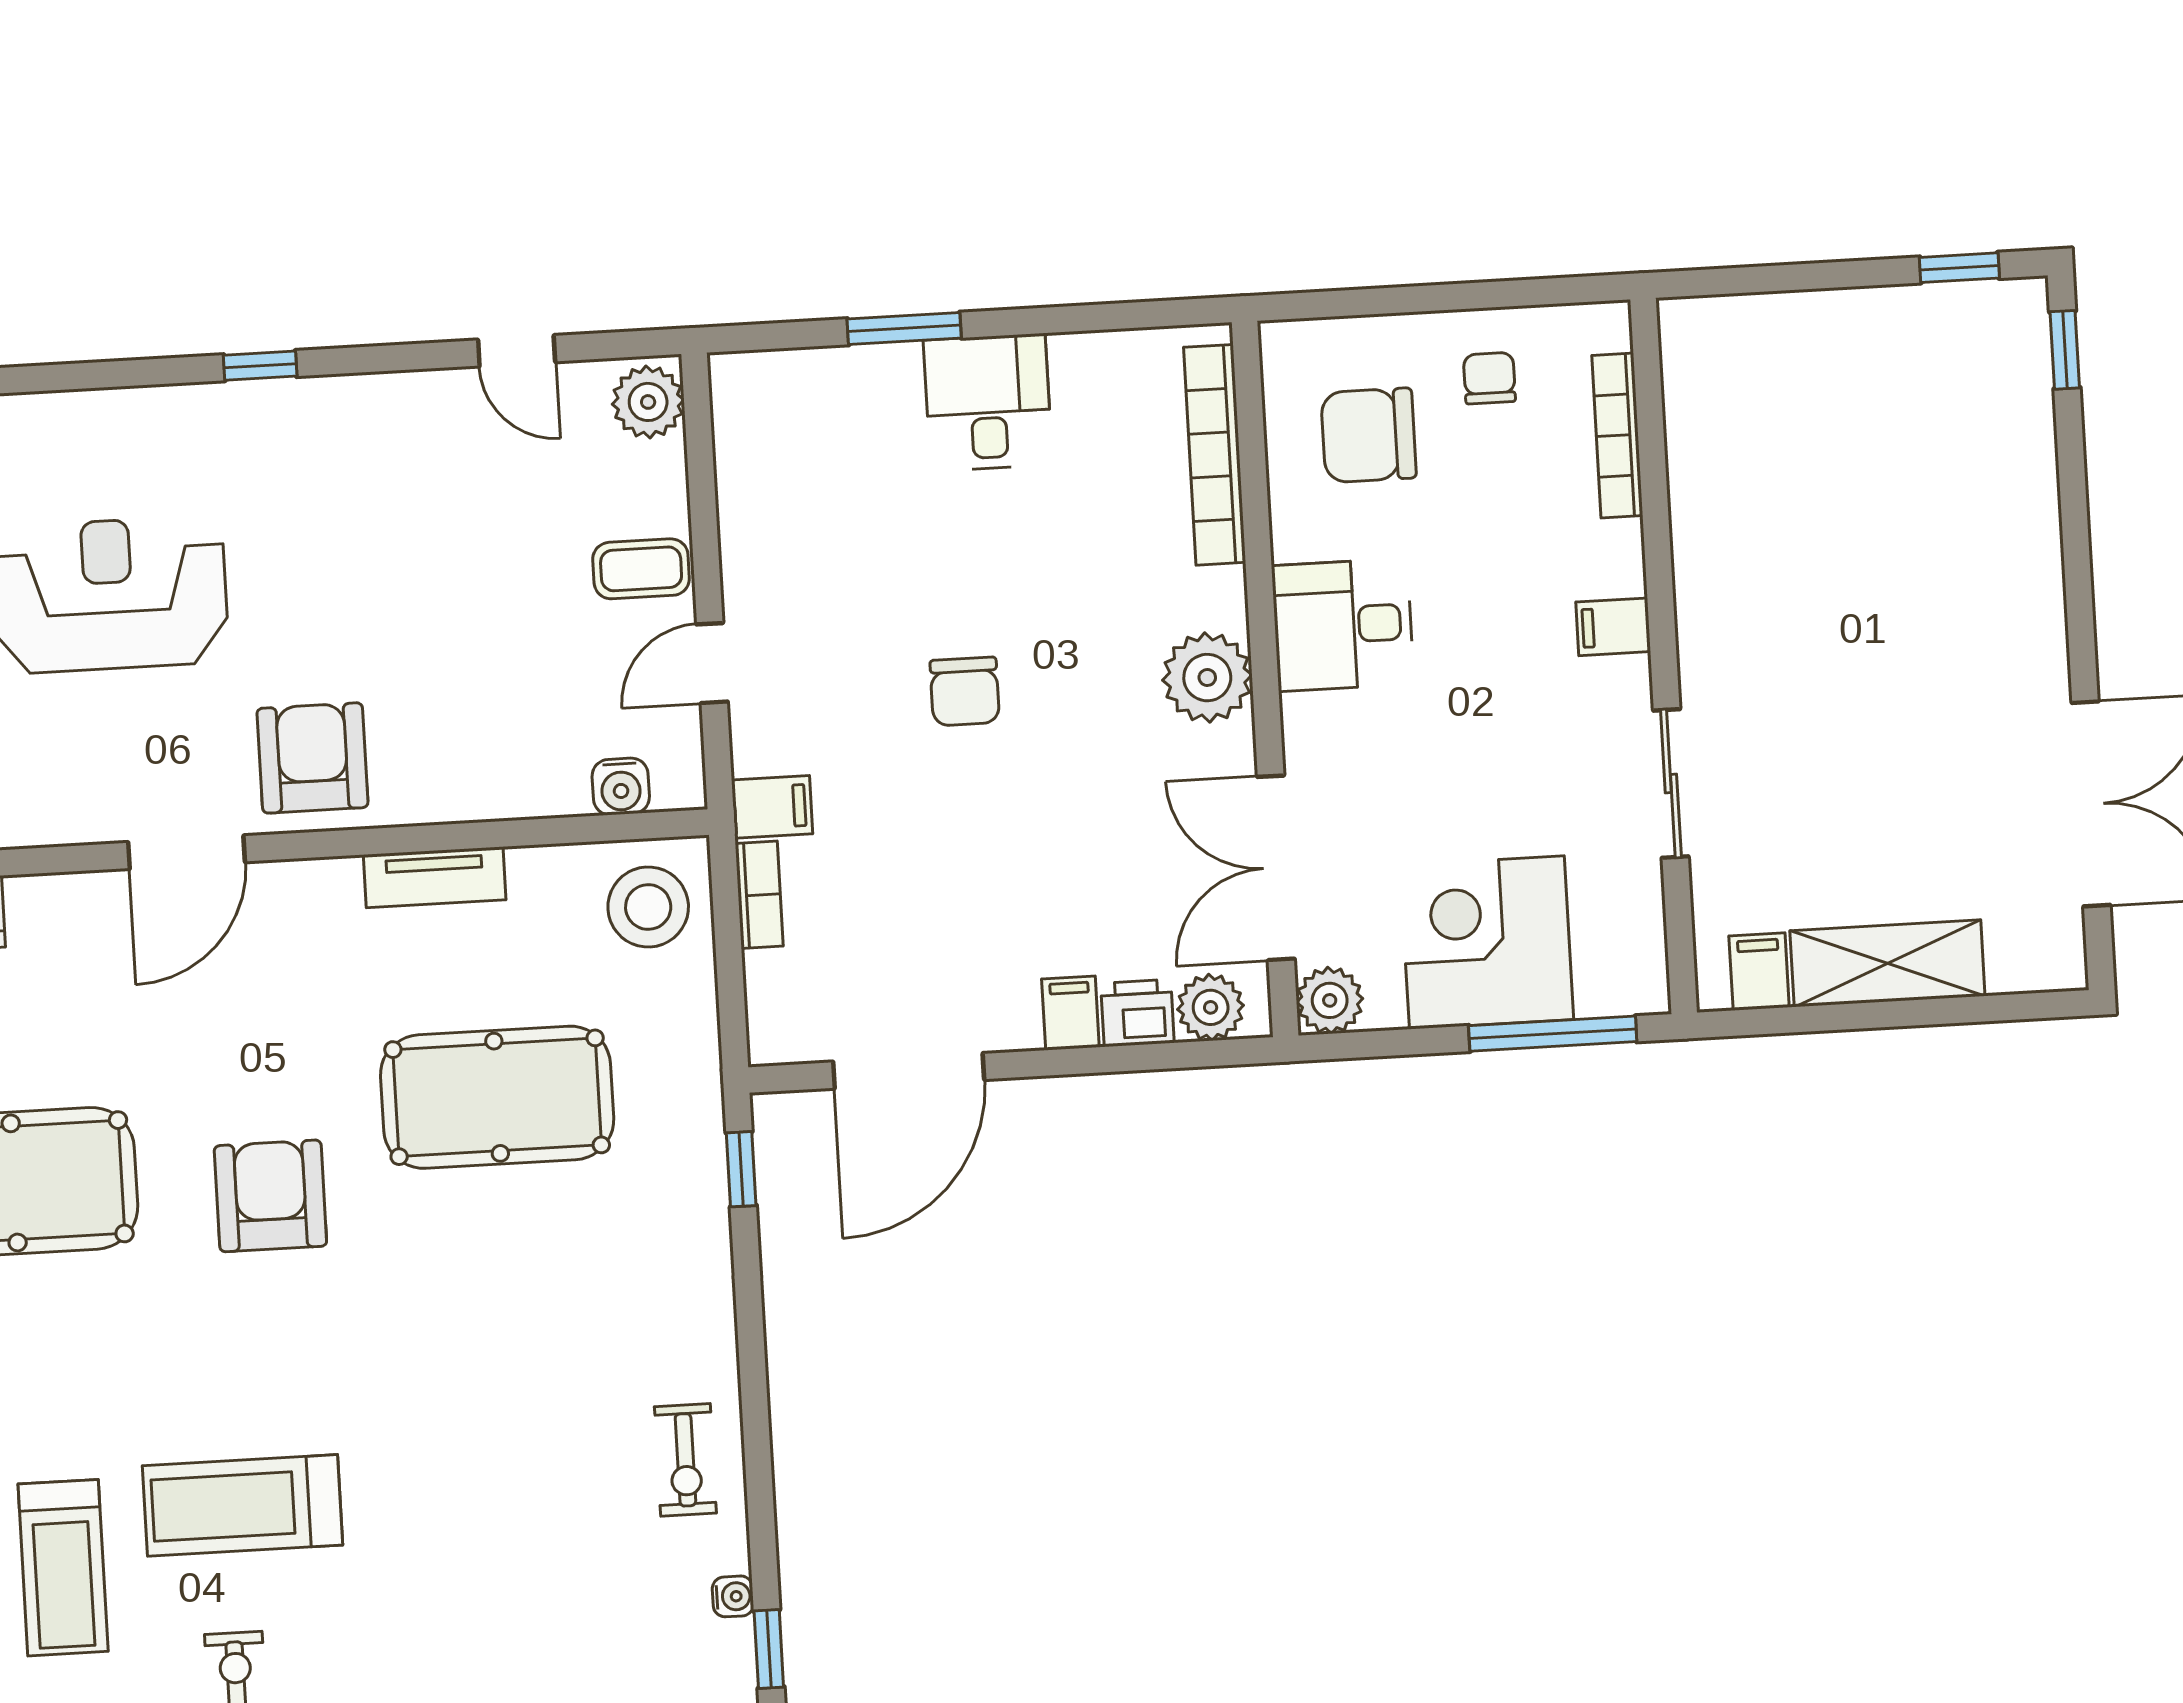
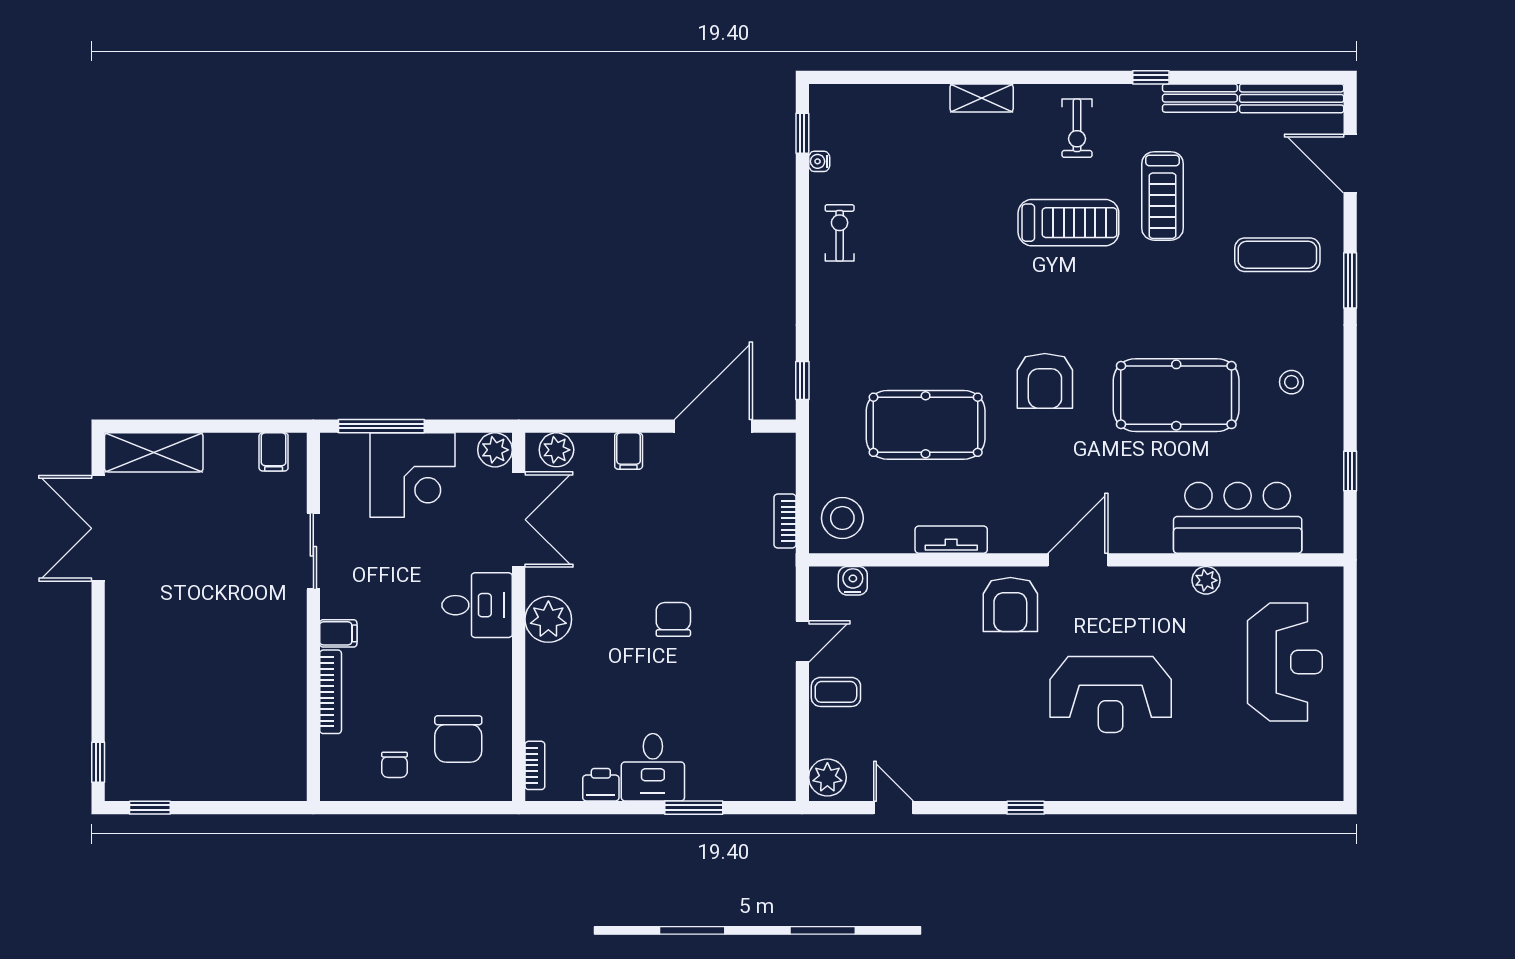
chair: (1369, 435) -> (458, 739), turned 90
bookcase: (1617, 435) -> (331, 692), moved
bookcase: (1215, 455) -> (535, 765), width x0.43, depth x0.76
desk: (1343, 625) -> (477, 605), moved
filing cabinet: (772, 807) -> (776, 566), removed
shelving: (1887, 963) -> (154, 452), moved
printer: (1137, 1013) -> (601, 785), moved, turned 180
treadmill: (63, 1568) -> (1162, 196), turned 180

